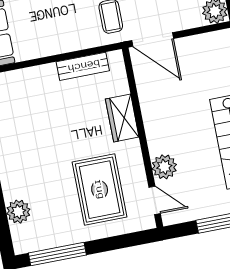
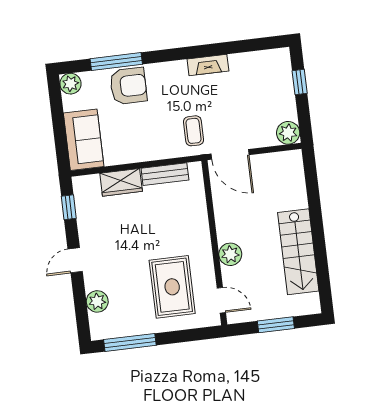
wardrobe: (122, 118) -> (121, 182), moved, turned -90
plant: (164, 167) -> (230, 254), moved

